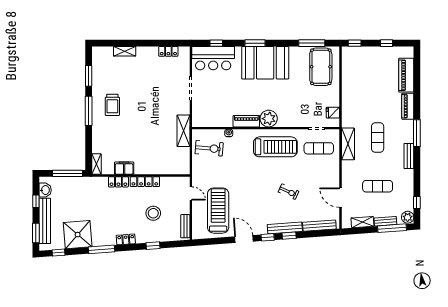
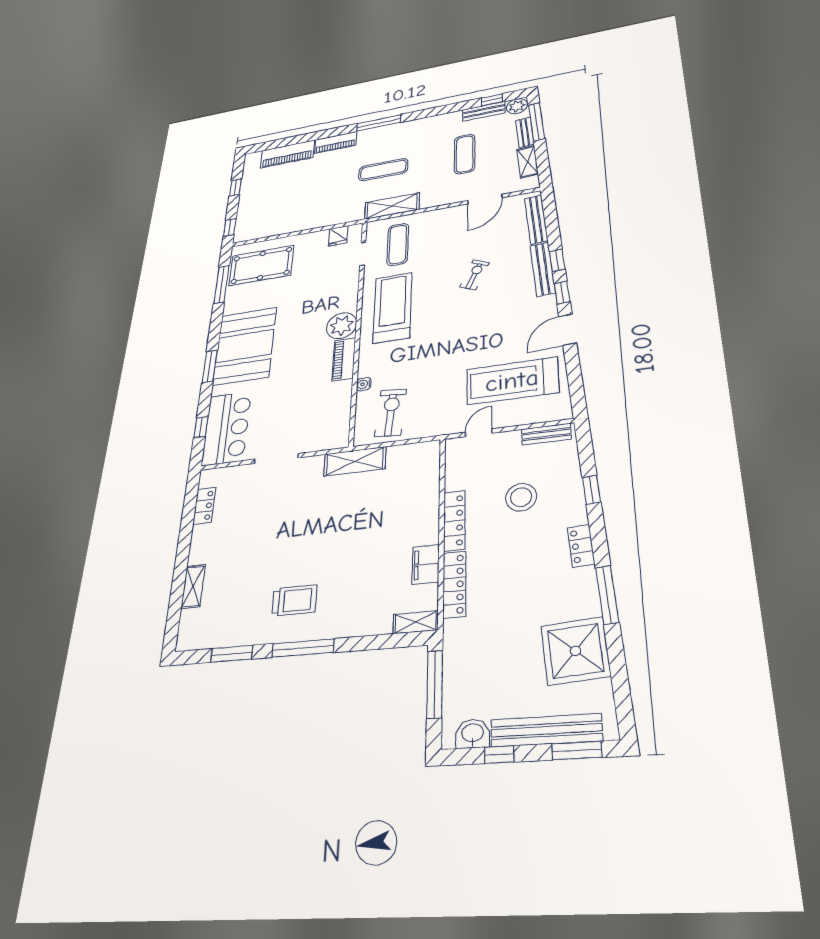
bench: (409, 156) -> (484, 111), moved
locker: (118, 182) -> (454, 584), width x1.53
window: (58, 253) -> (622, 692), removed

